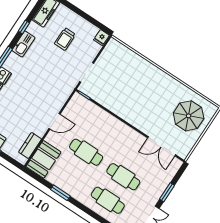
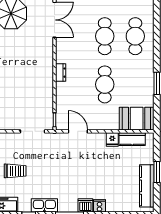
door: (54, 121) -> (78, 131), moved
dresser: (118, 124) -> (61, 73), added
fridge: (40, 130) -> (112, 139), added

